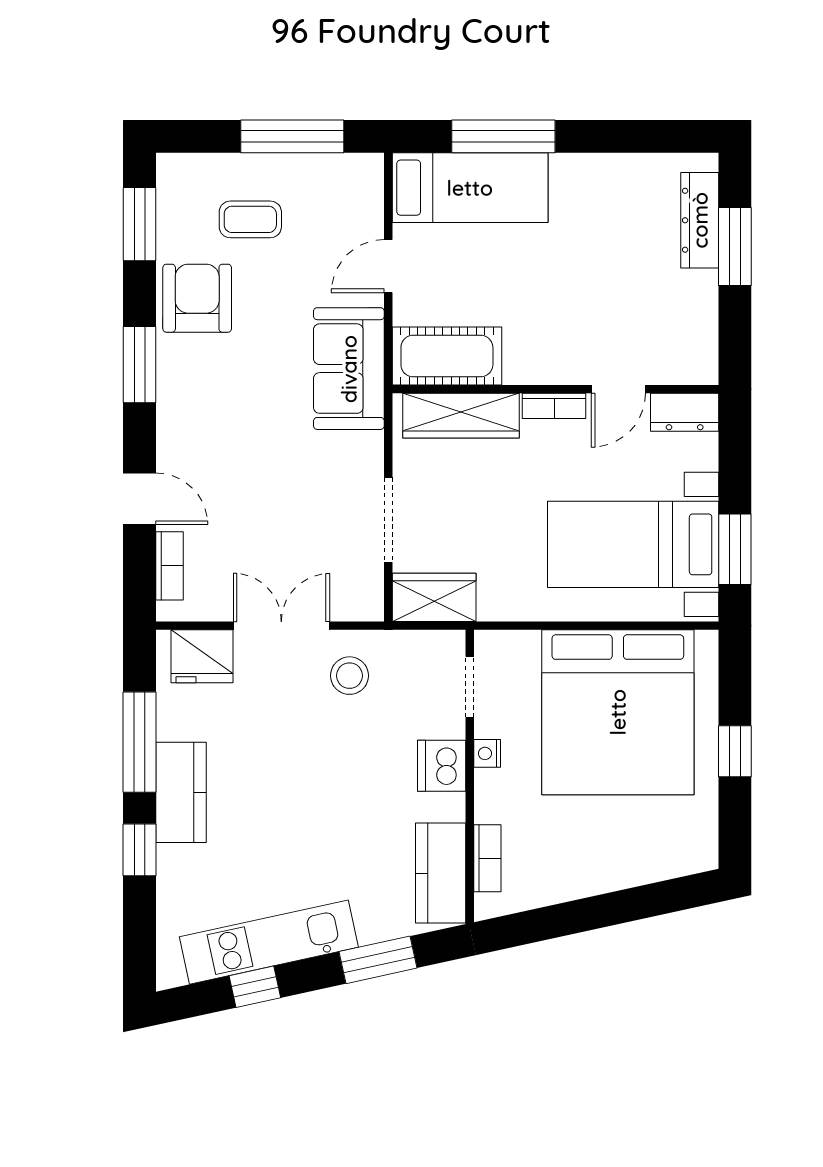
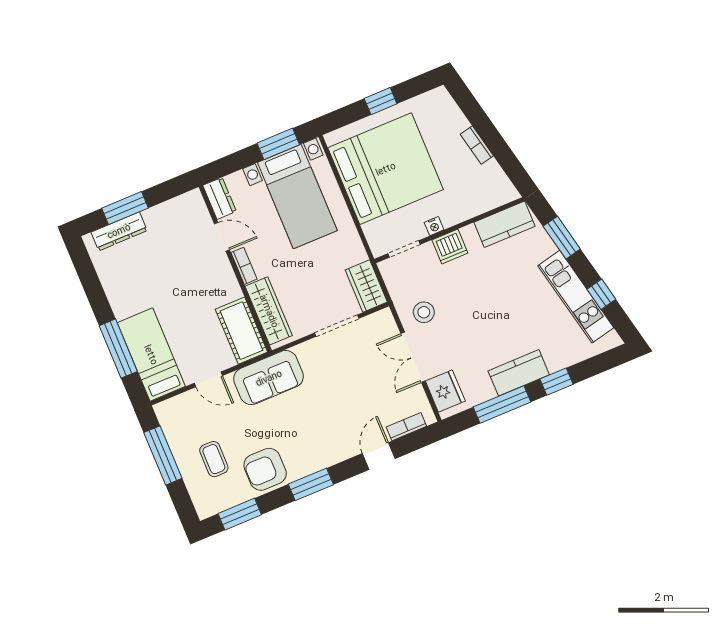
bookcase: (487, 858) -> (477, 145), moved, turned -102

